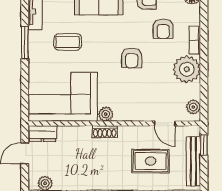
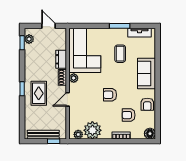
plant: (187, 69) -> (92, 130), moved
door: (165, 123) -> (68, 99), moved
dresser: (42, 134) -> (61, 59), moved
rug: (151, 161) -> (39, 93), moved

